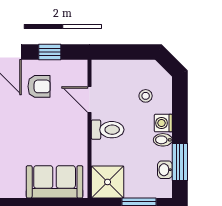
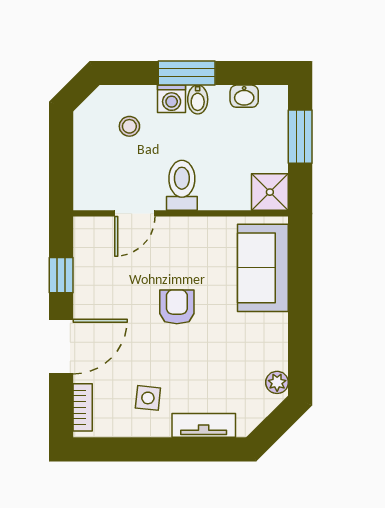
armchair: (39, 86) -> (177, 307), moved
window: (180, 162) -> (187, 73), moved
shower: (108, 182) -> (270, 192), width x0.73, depth x0.73

